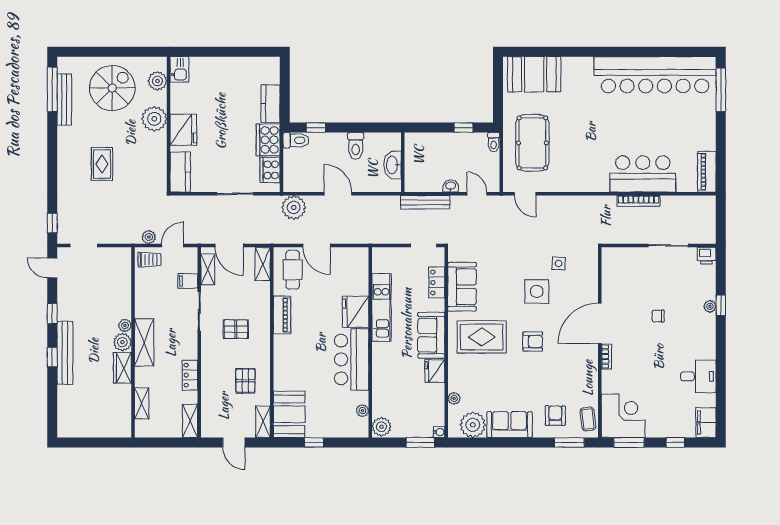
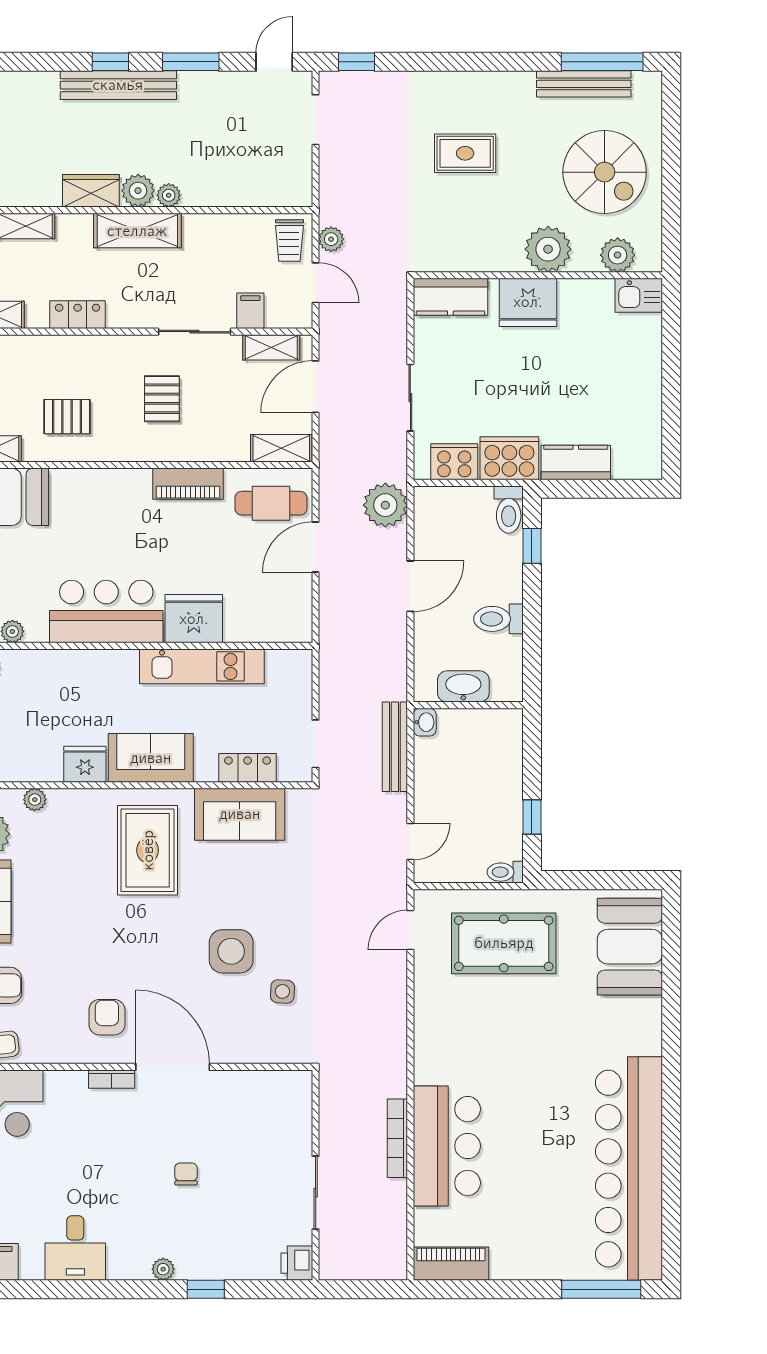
washbasin: (451, 186) -> (425, 722), moved
plant: (710, 306) -> (163, 1269), moved
window: (52, 313) -> (191, 62), width x1.50
armchair: (533, 342) -> (107, 1017), moved, turned 180

